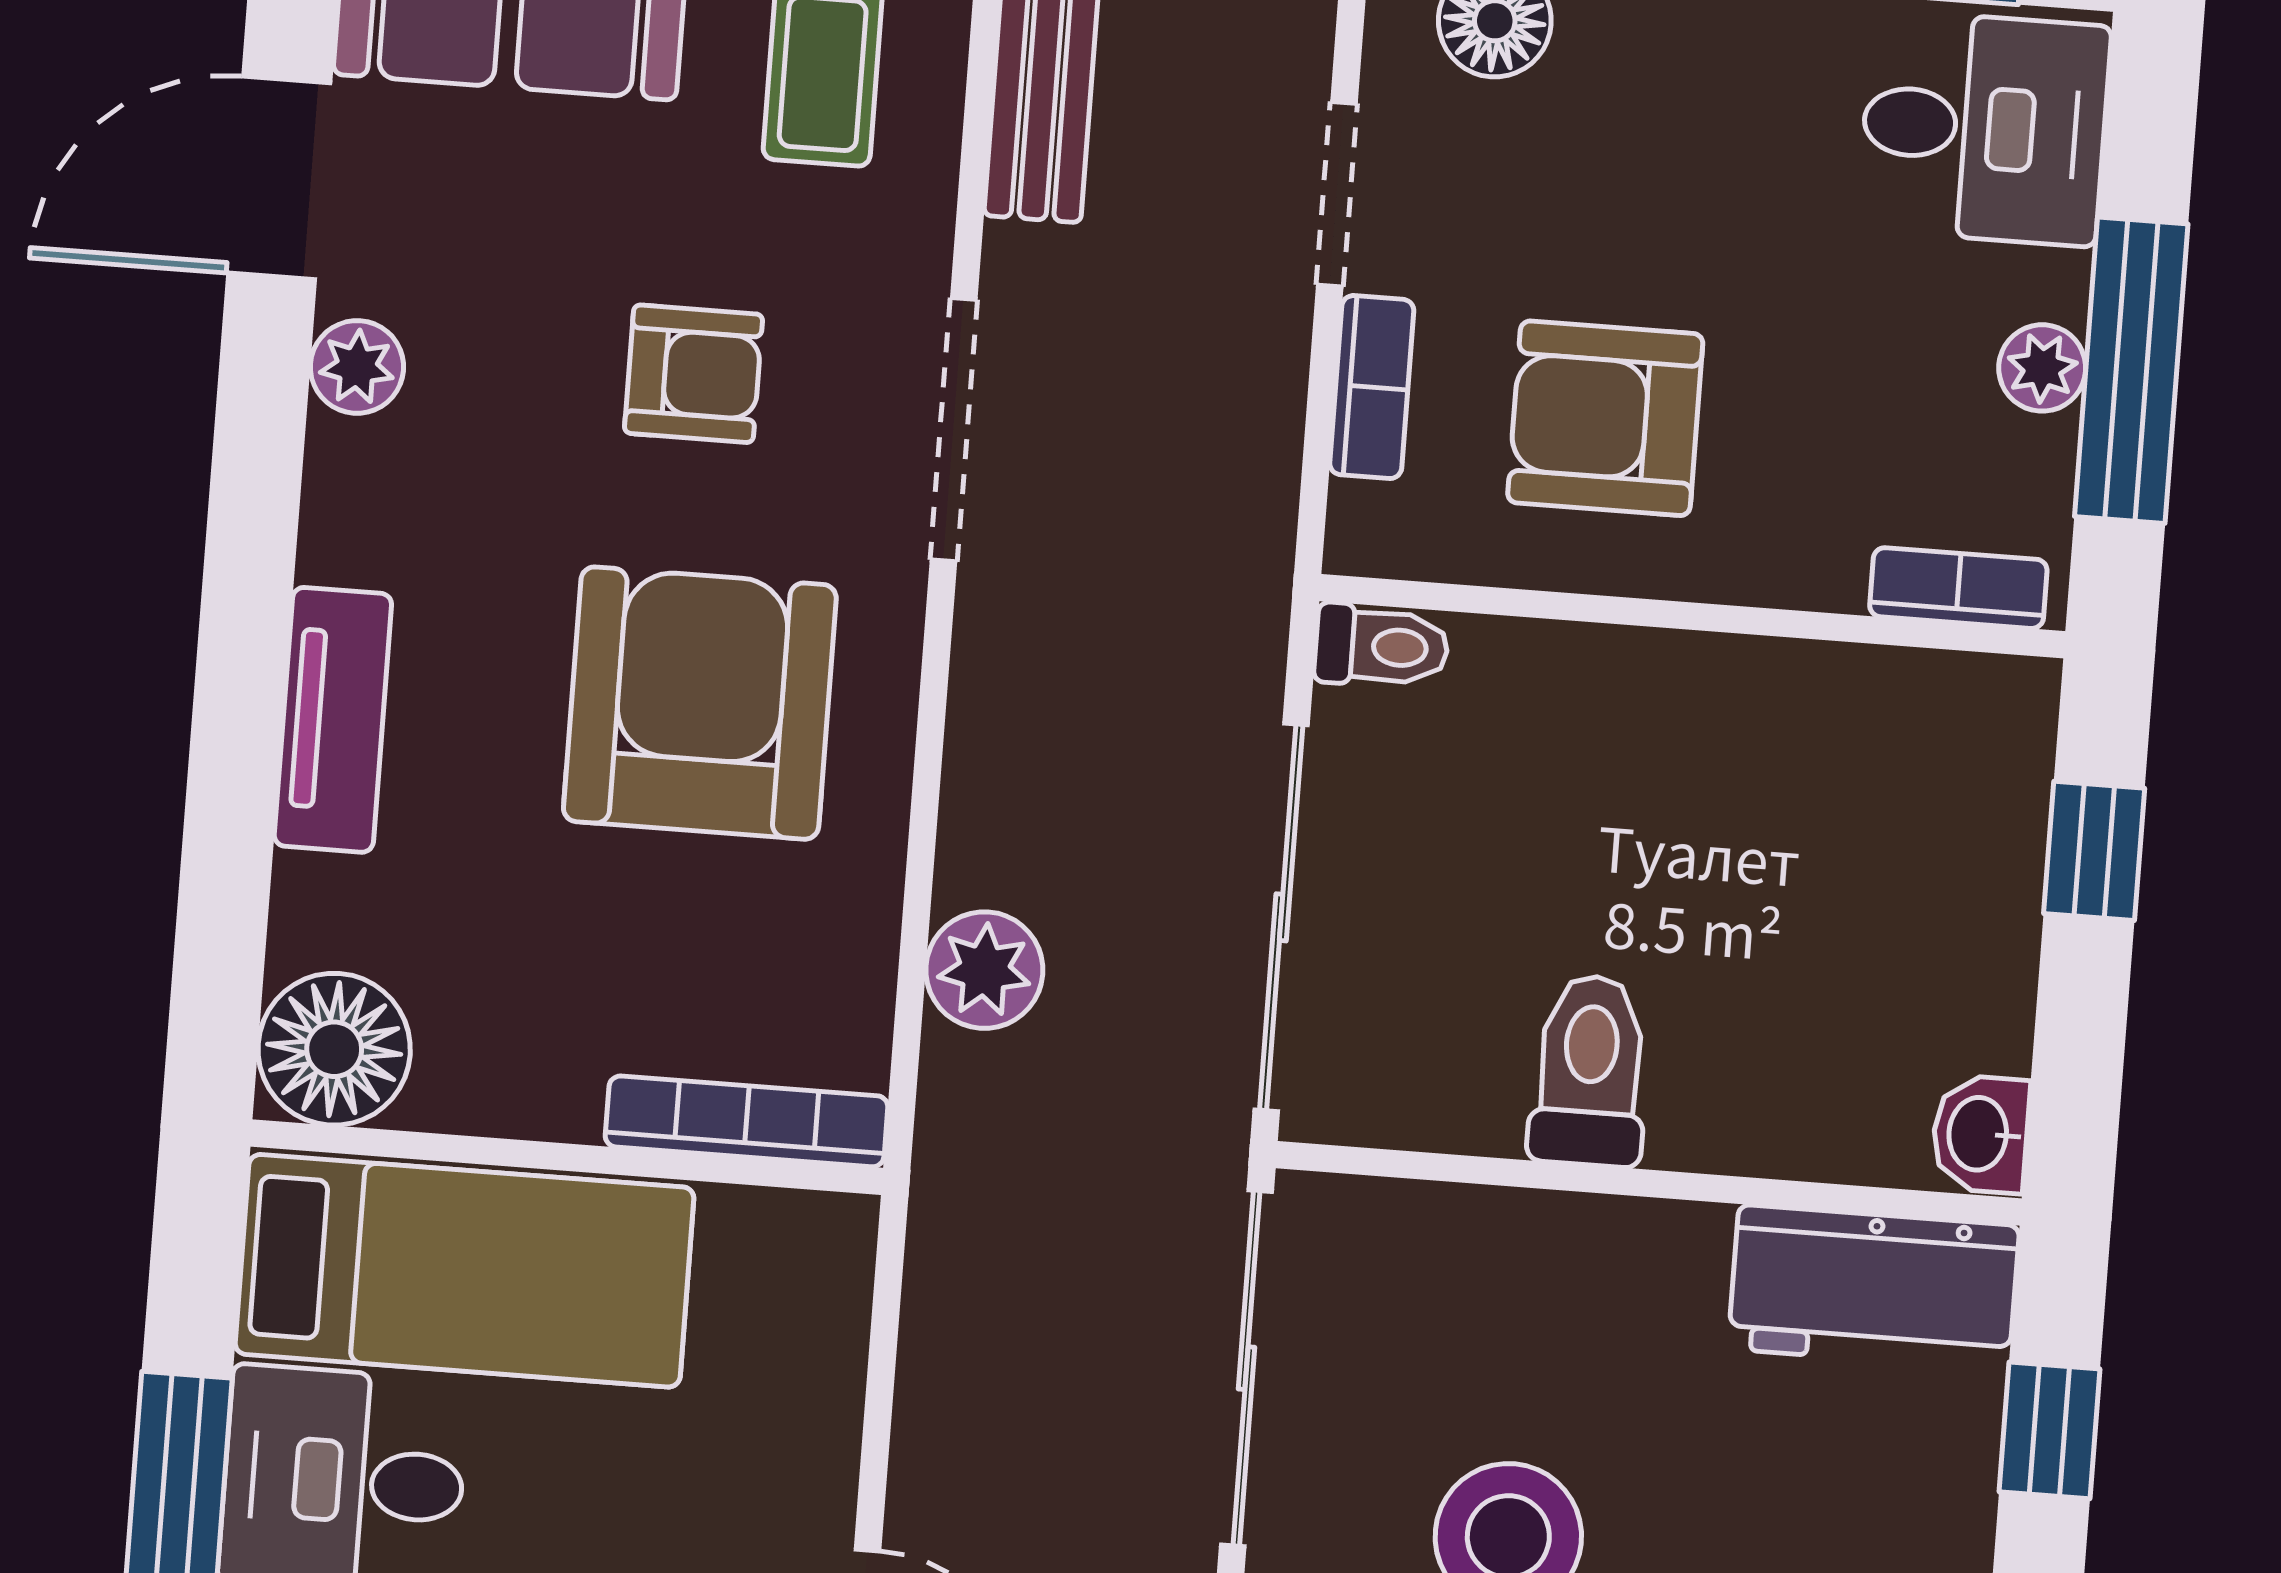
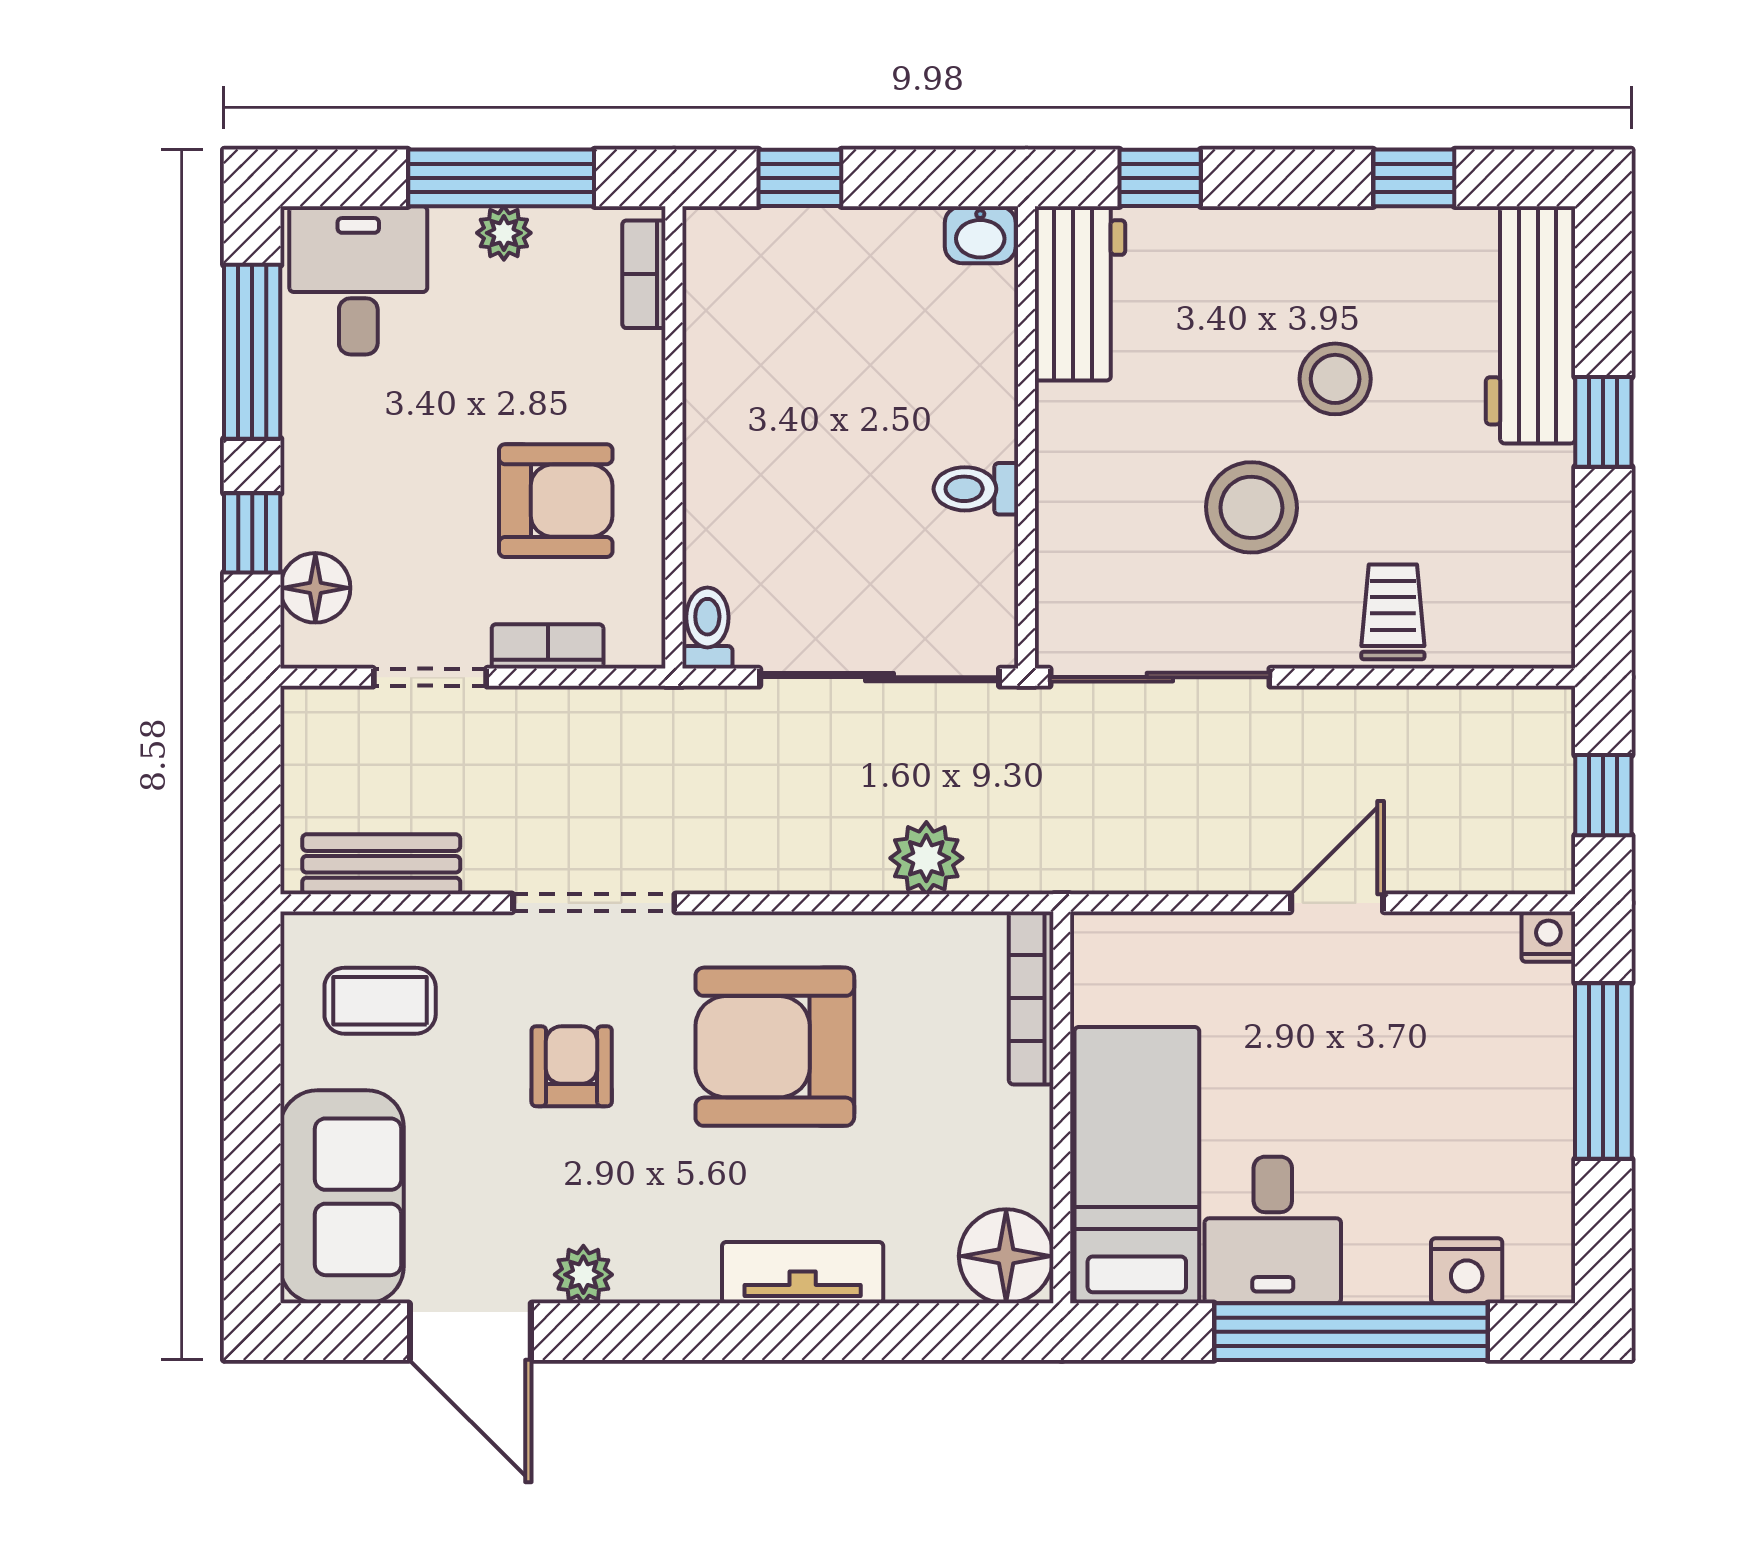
armchair: (1605, 418) -> (556, 501), turned -90
toilet: (1590, 1071) -> (976, 489), width x0.73, depth x0.72

